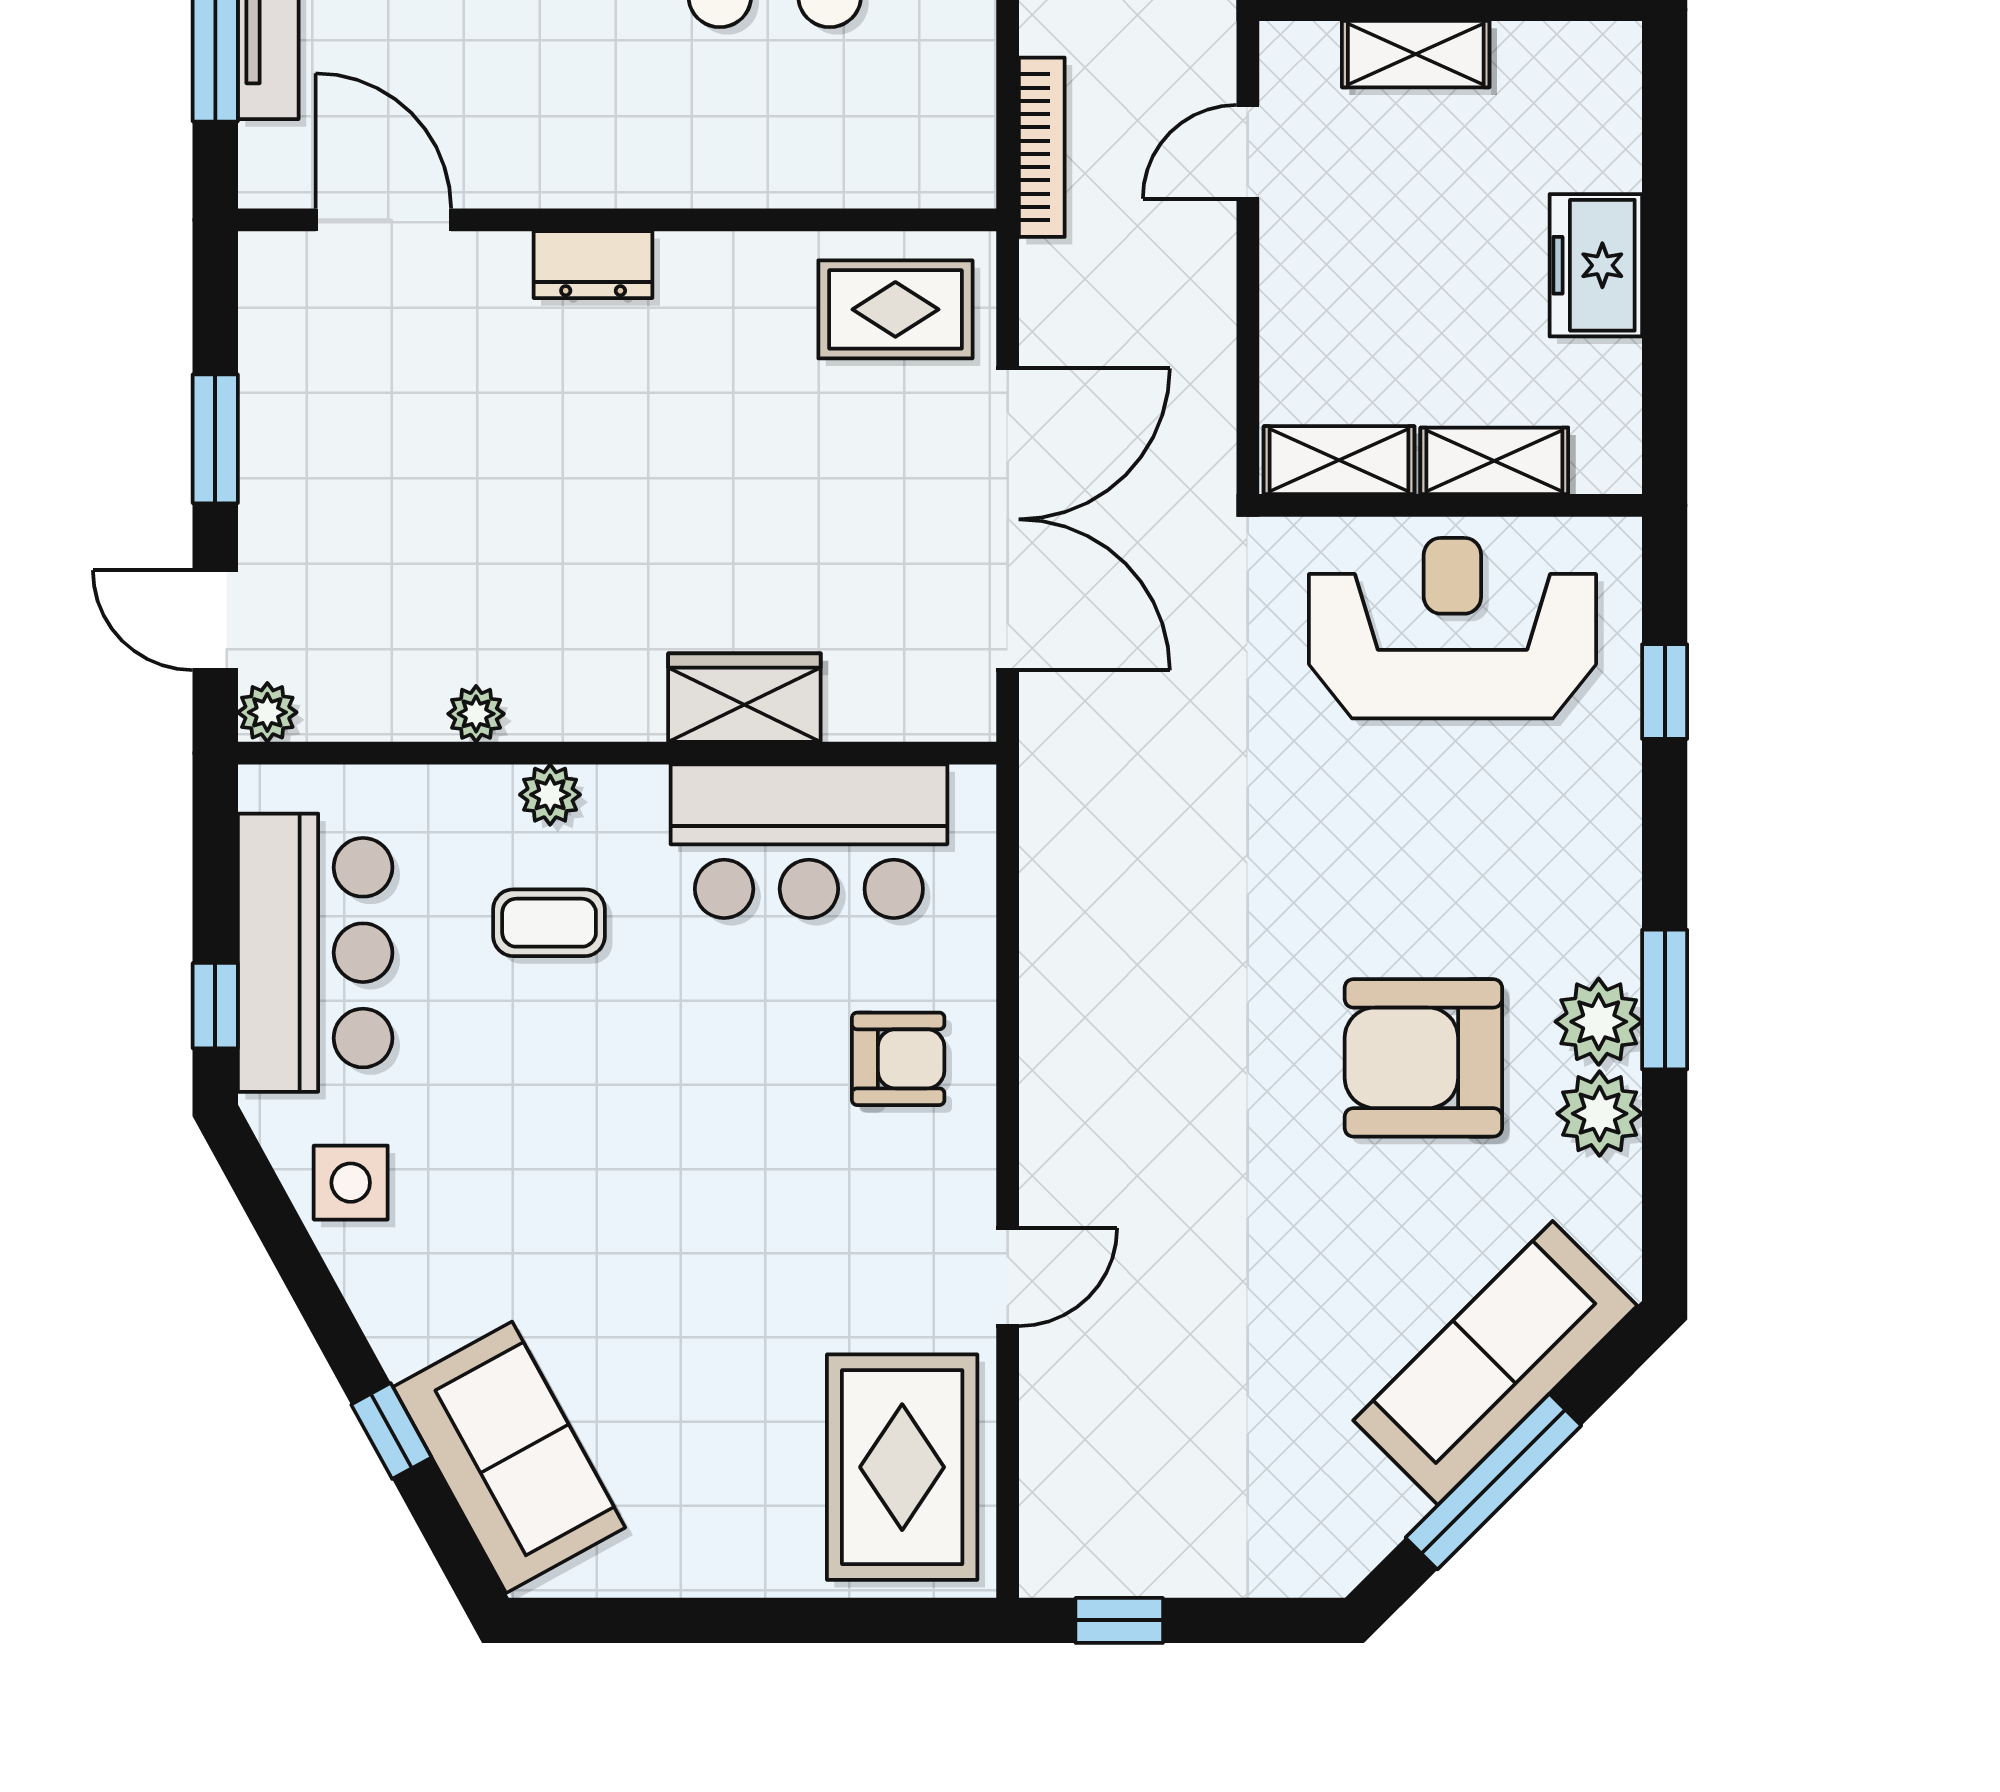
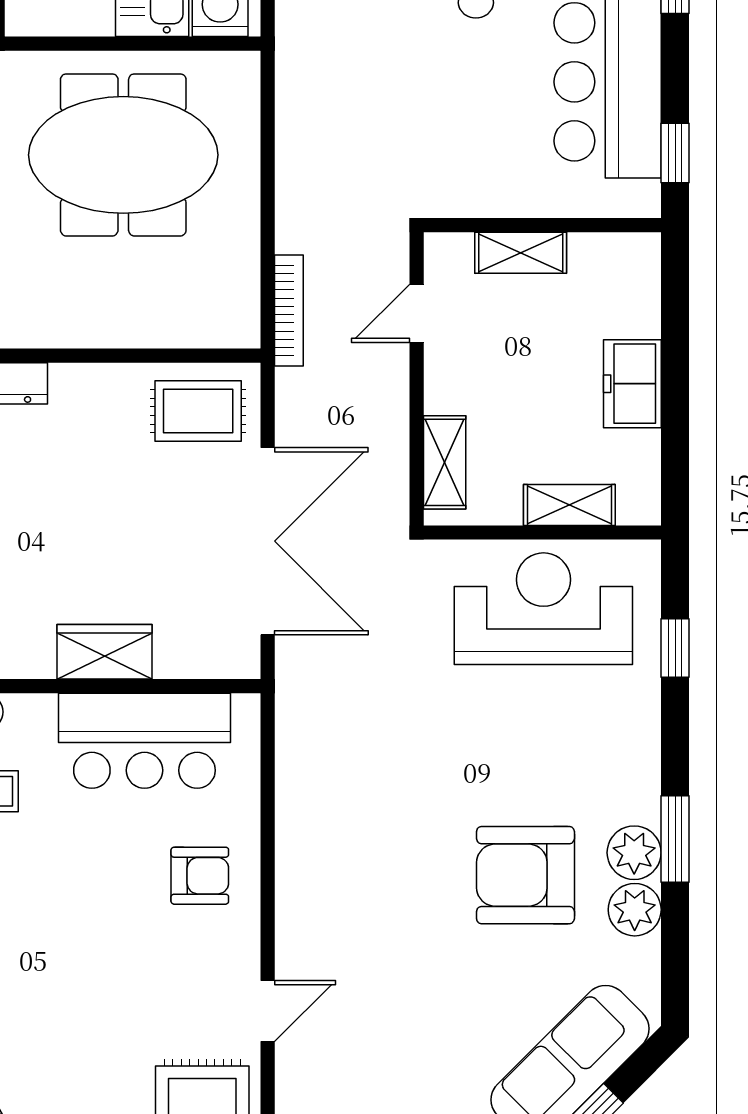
shelving: (1339, 460) -> (445, 462), moved, turned 90

